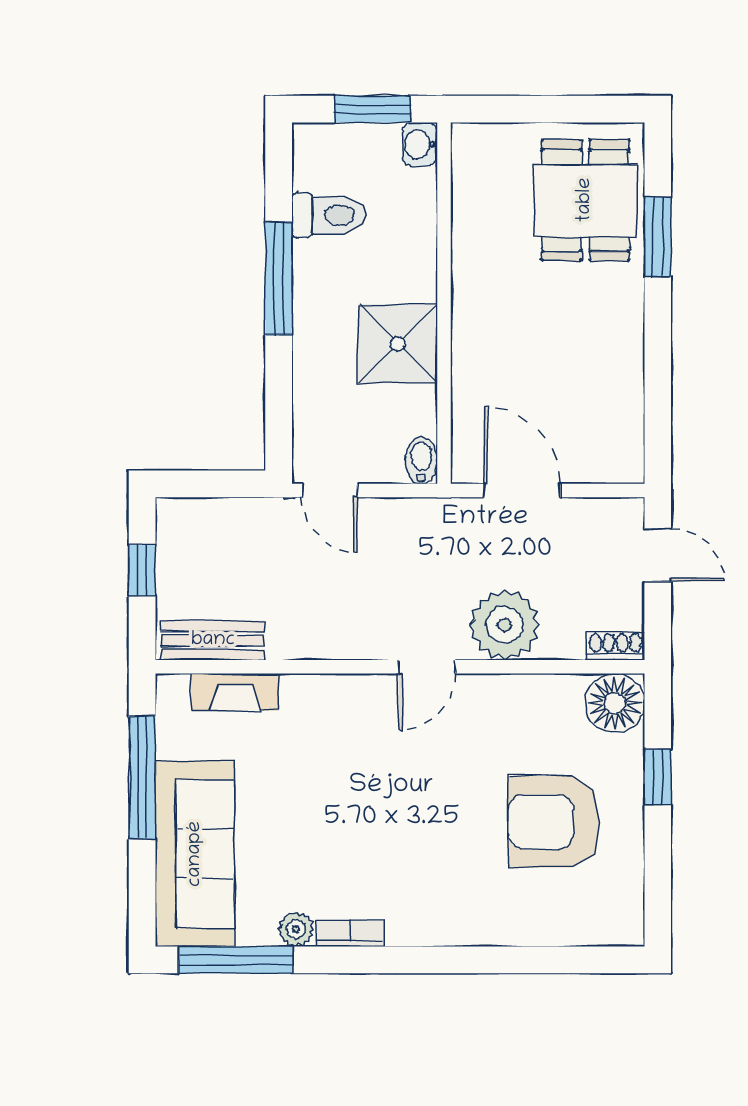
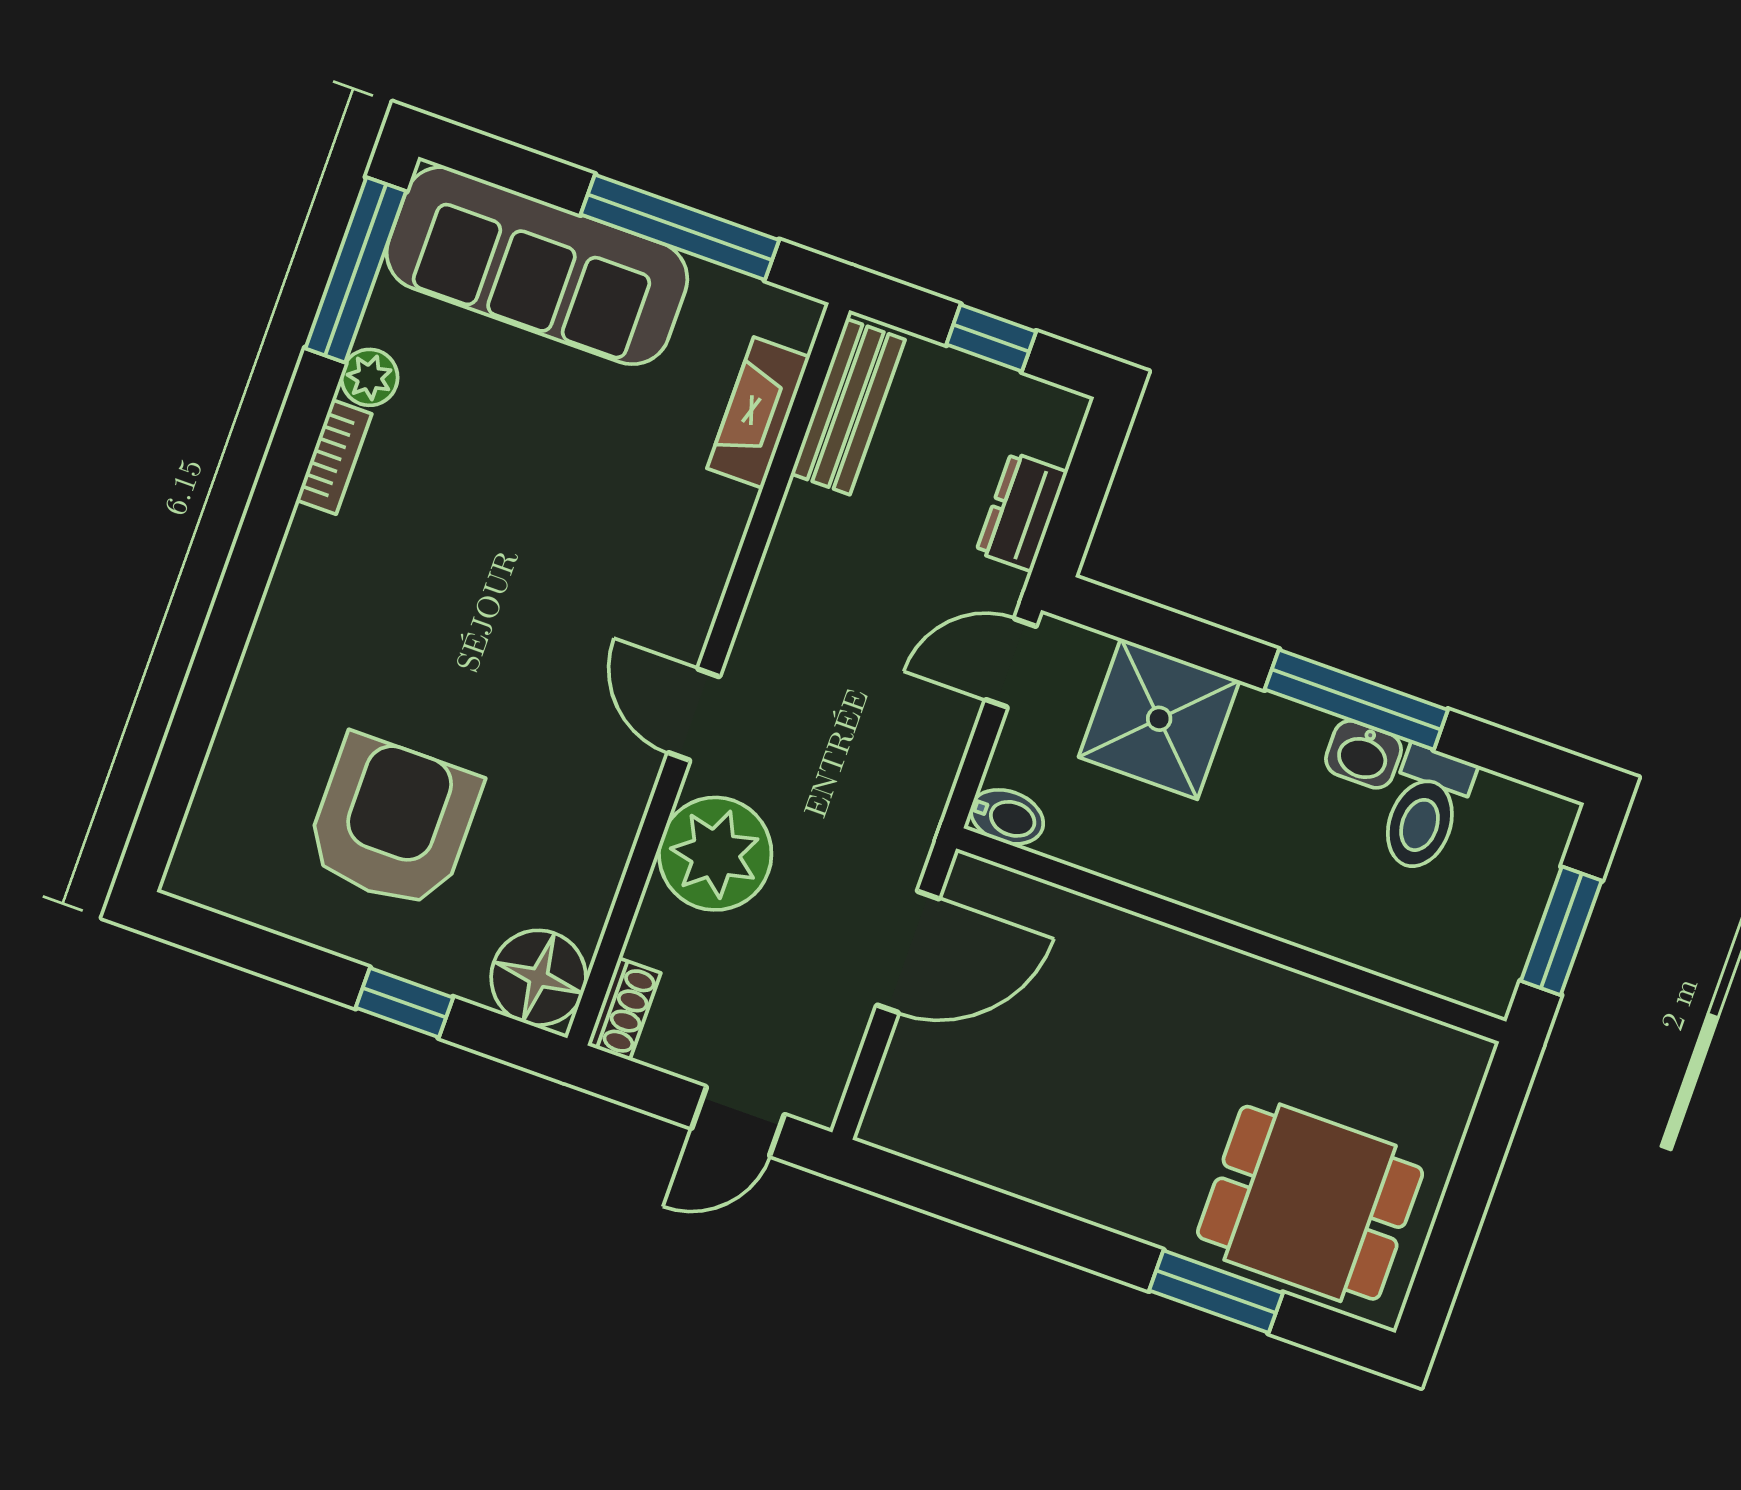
washbasin: (420, 144) -> (1363, 754), moved, turned 180
shower: (398, 344) -> (1159, 719), moved
dresser: (238, 516) -> (1022, 512), added

